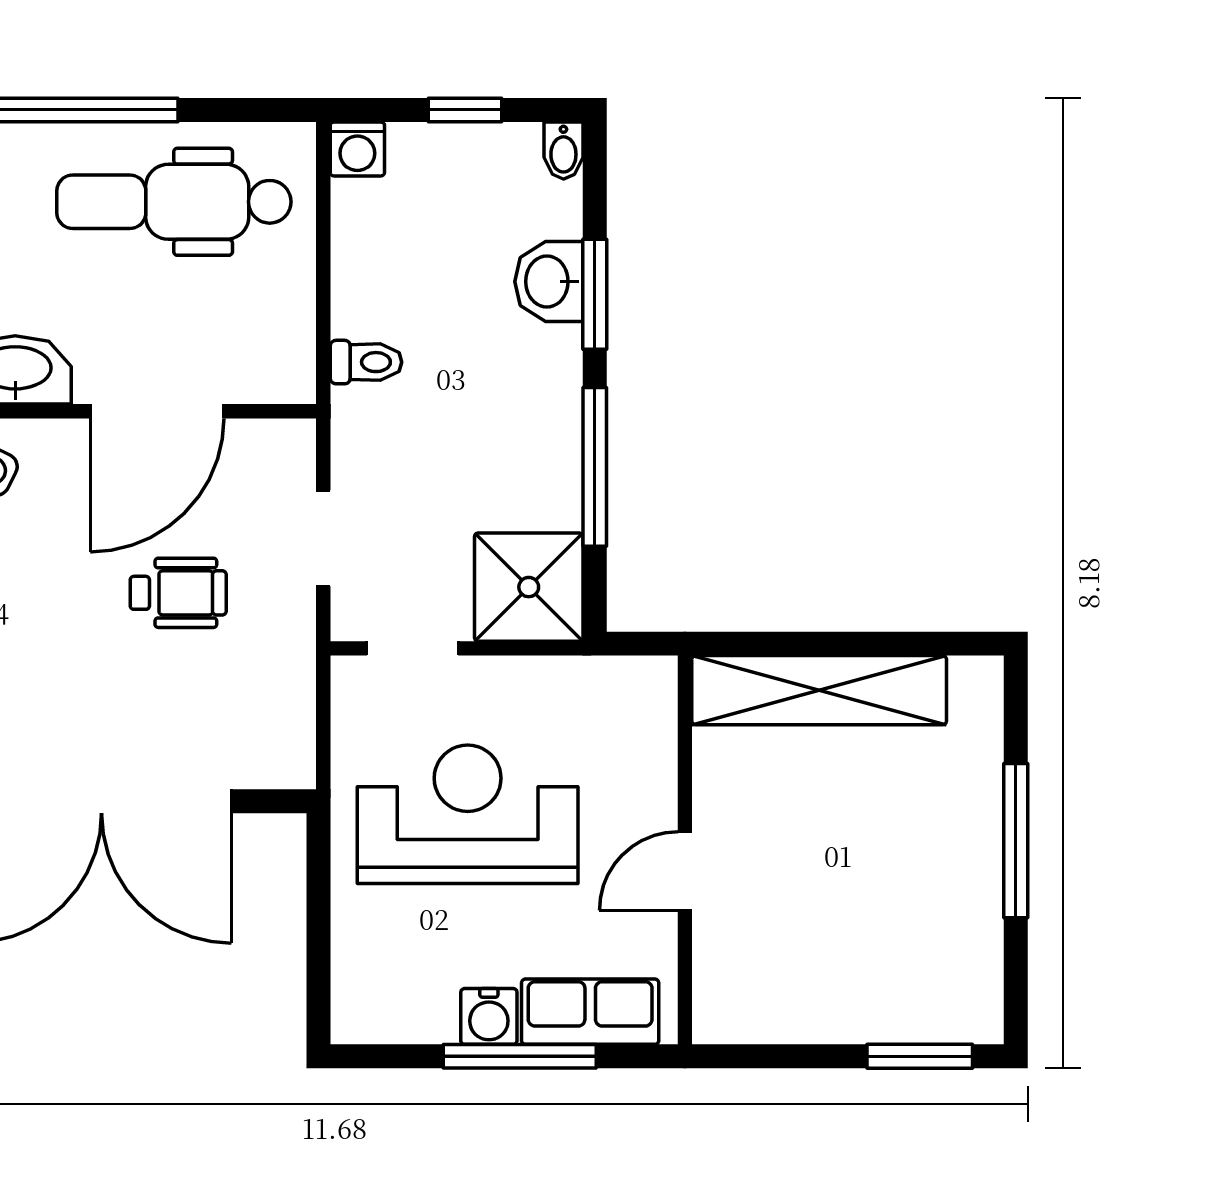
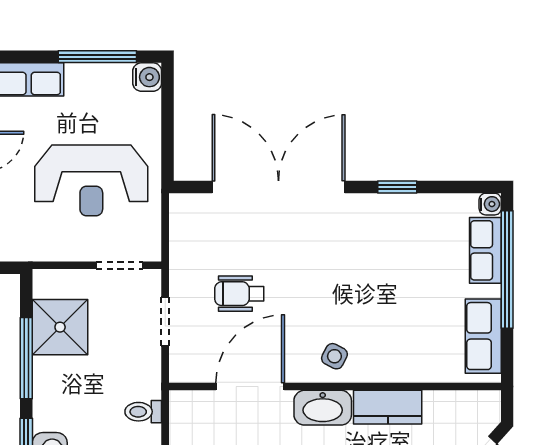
shower: (529, 587) -> (60, 327), moved
water cooler: (489, 1016) -> (147, 77), moved, turned 90
window: (520, 1056) -> (97, 57), moved

